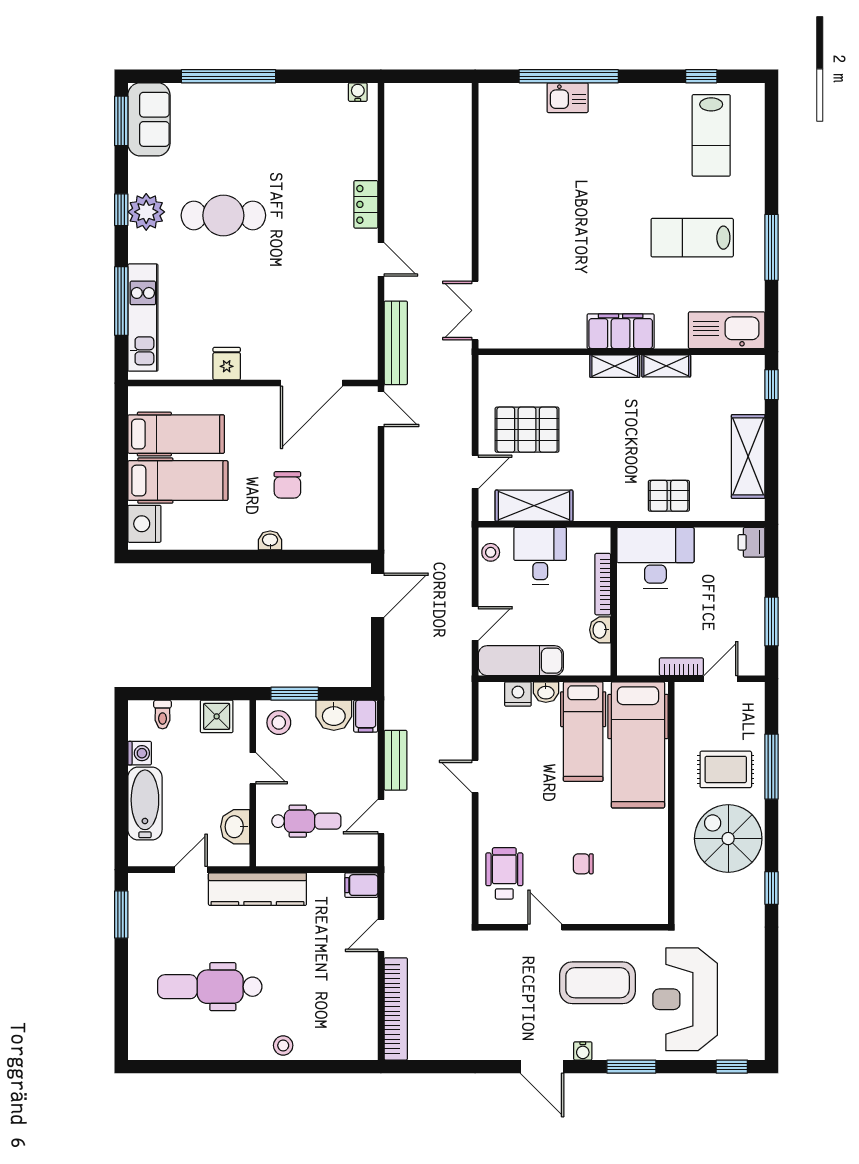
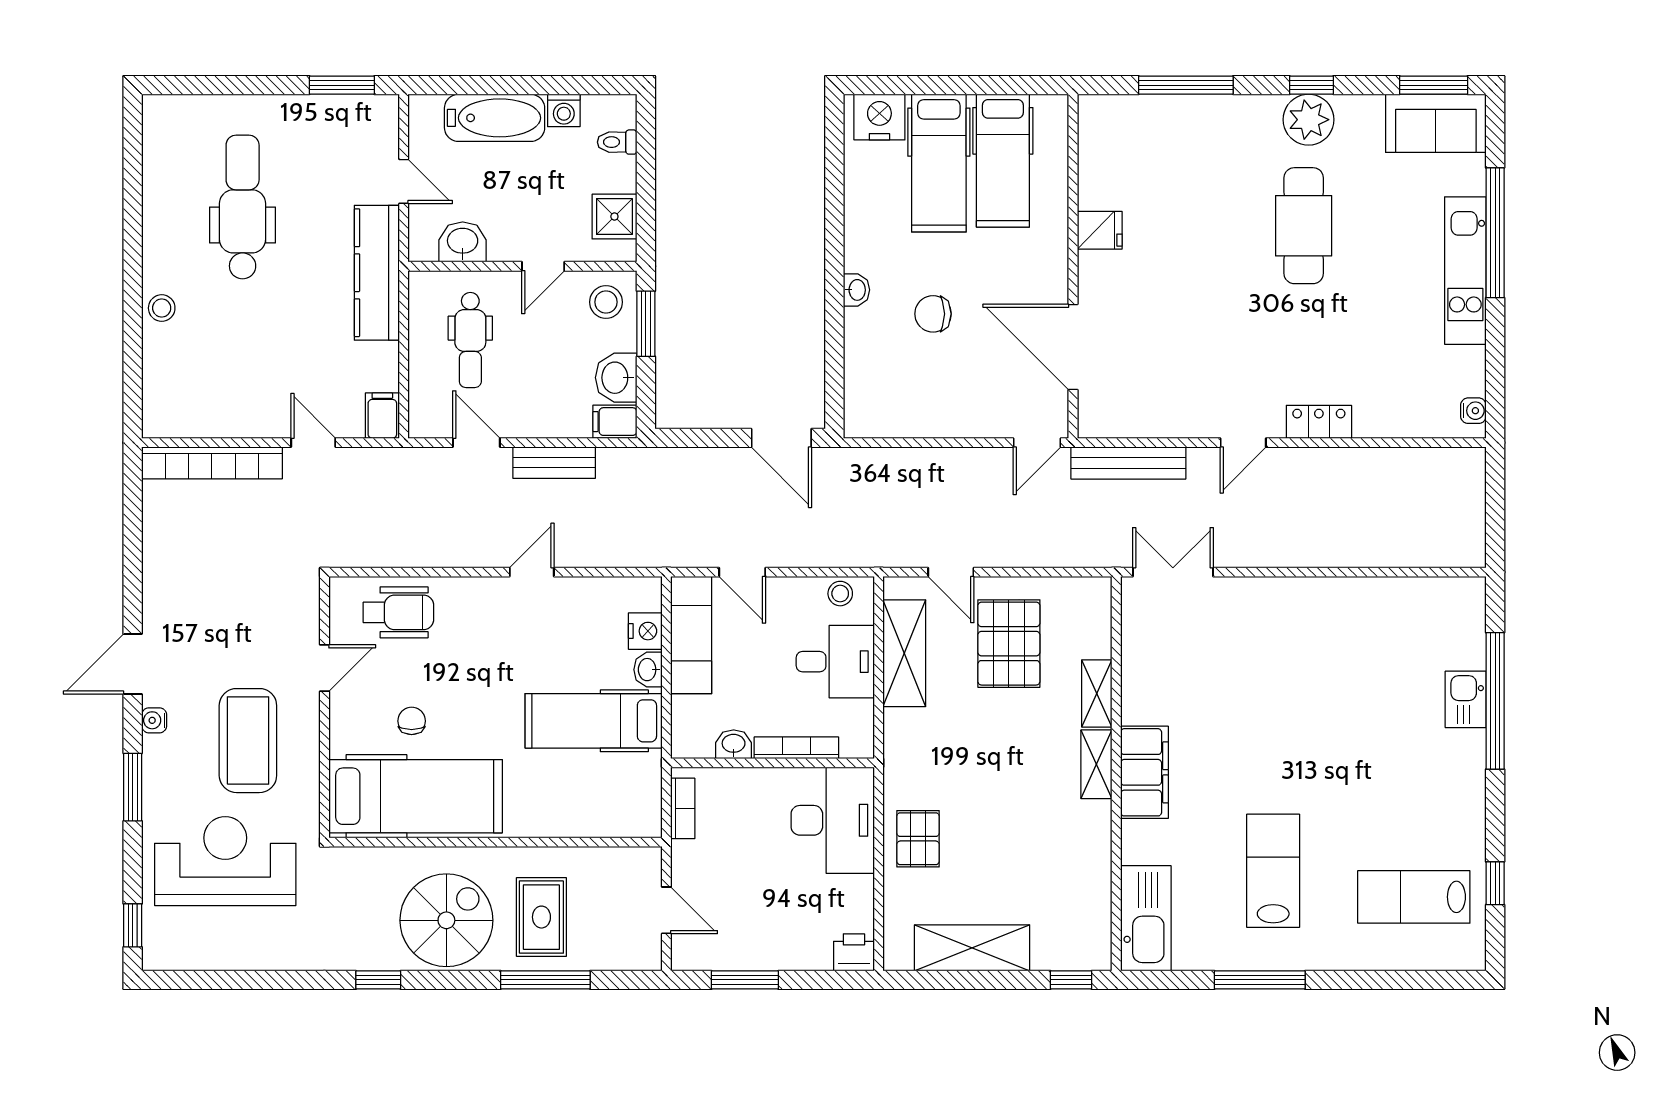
kitchen unit: (143, 318) -> (1465, 271), moved, turned 90
shelving: (666, 366) -> (1097, 693), moved
bookcase: (681, 667) -> (683, 808), moved
hospital bed: (638, 745) -> (416, 796), moved, turned 180

